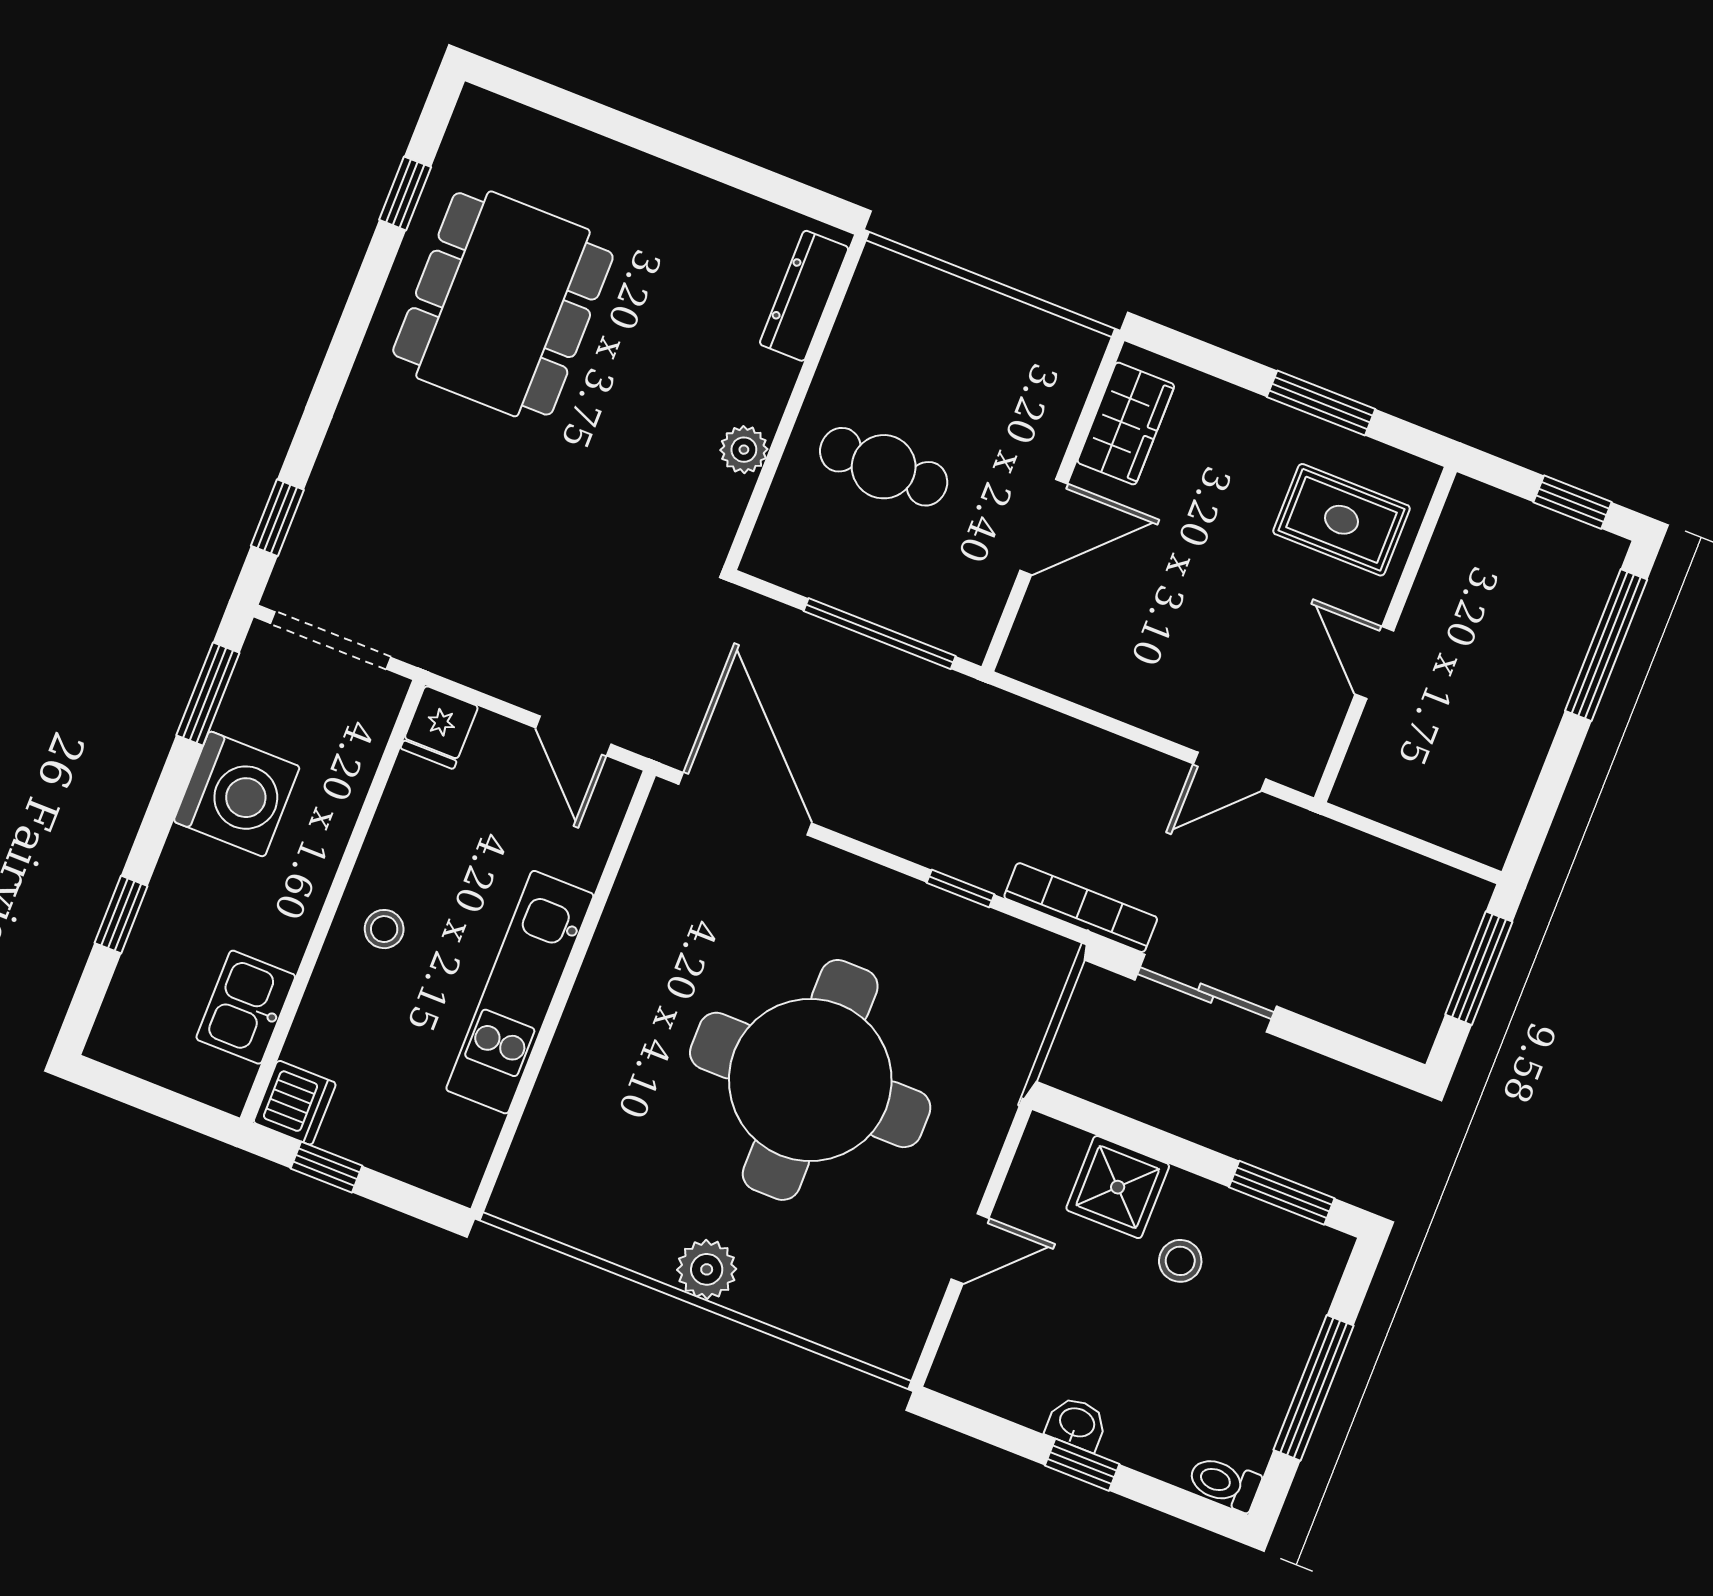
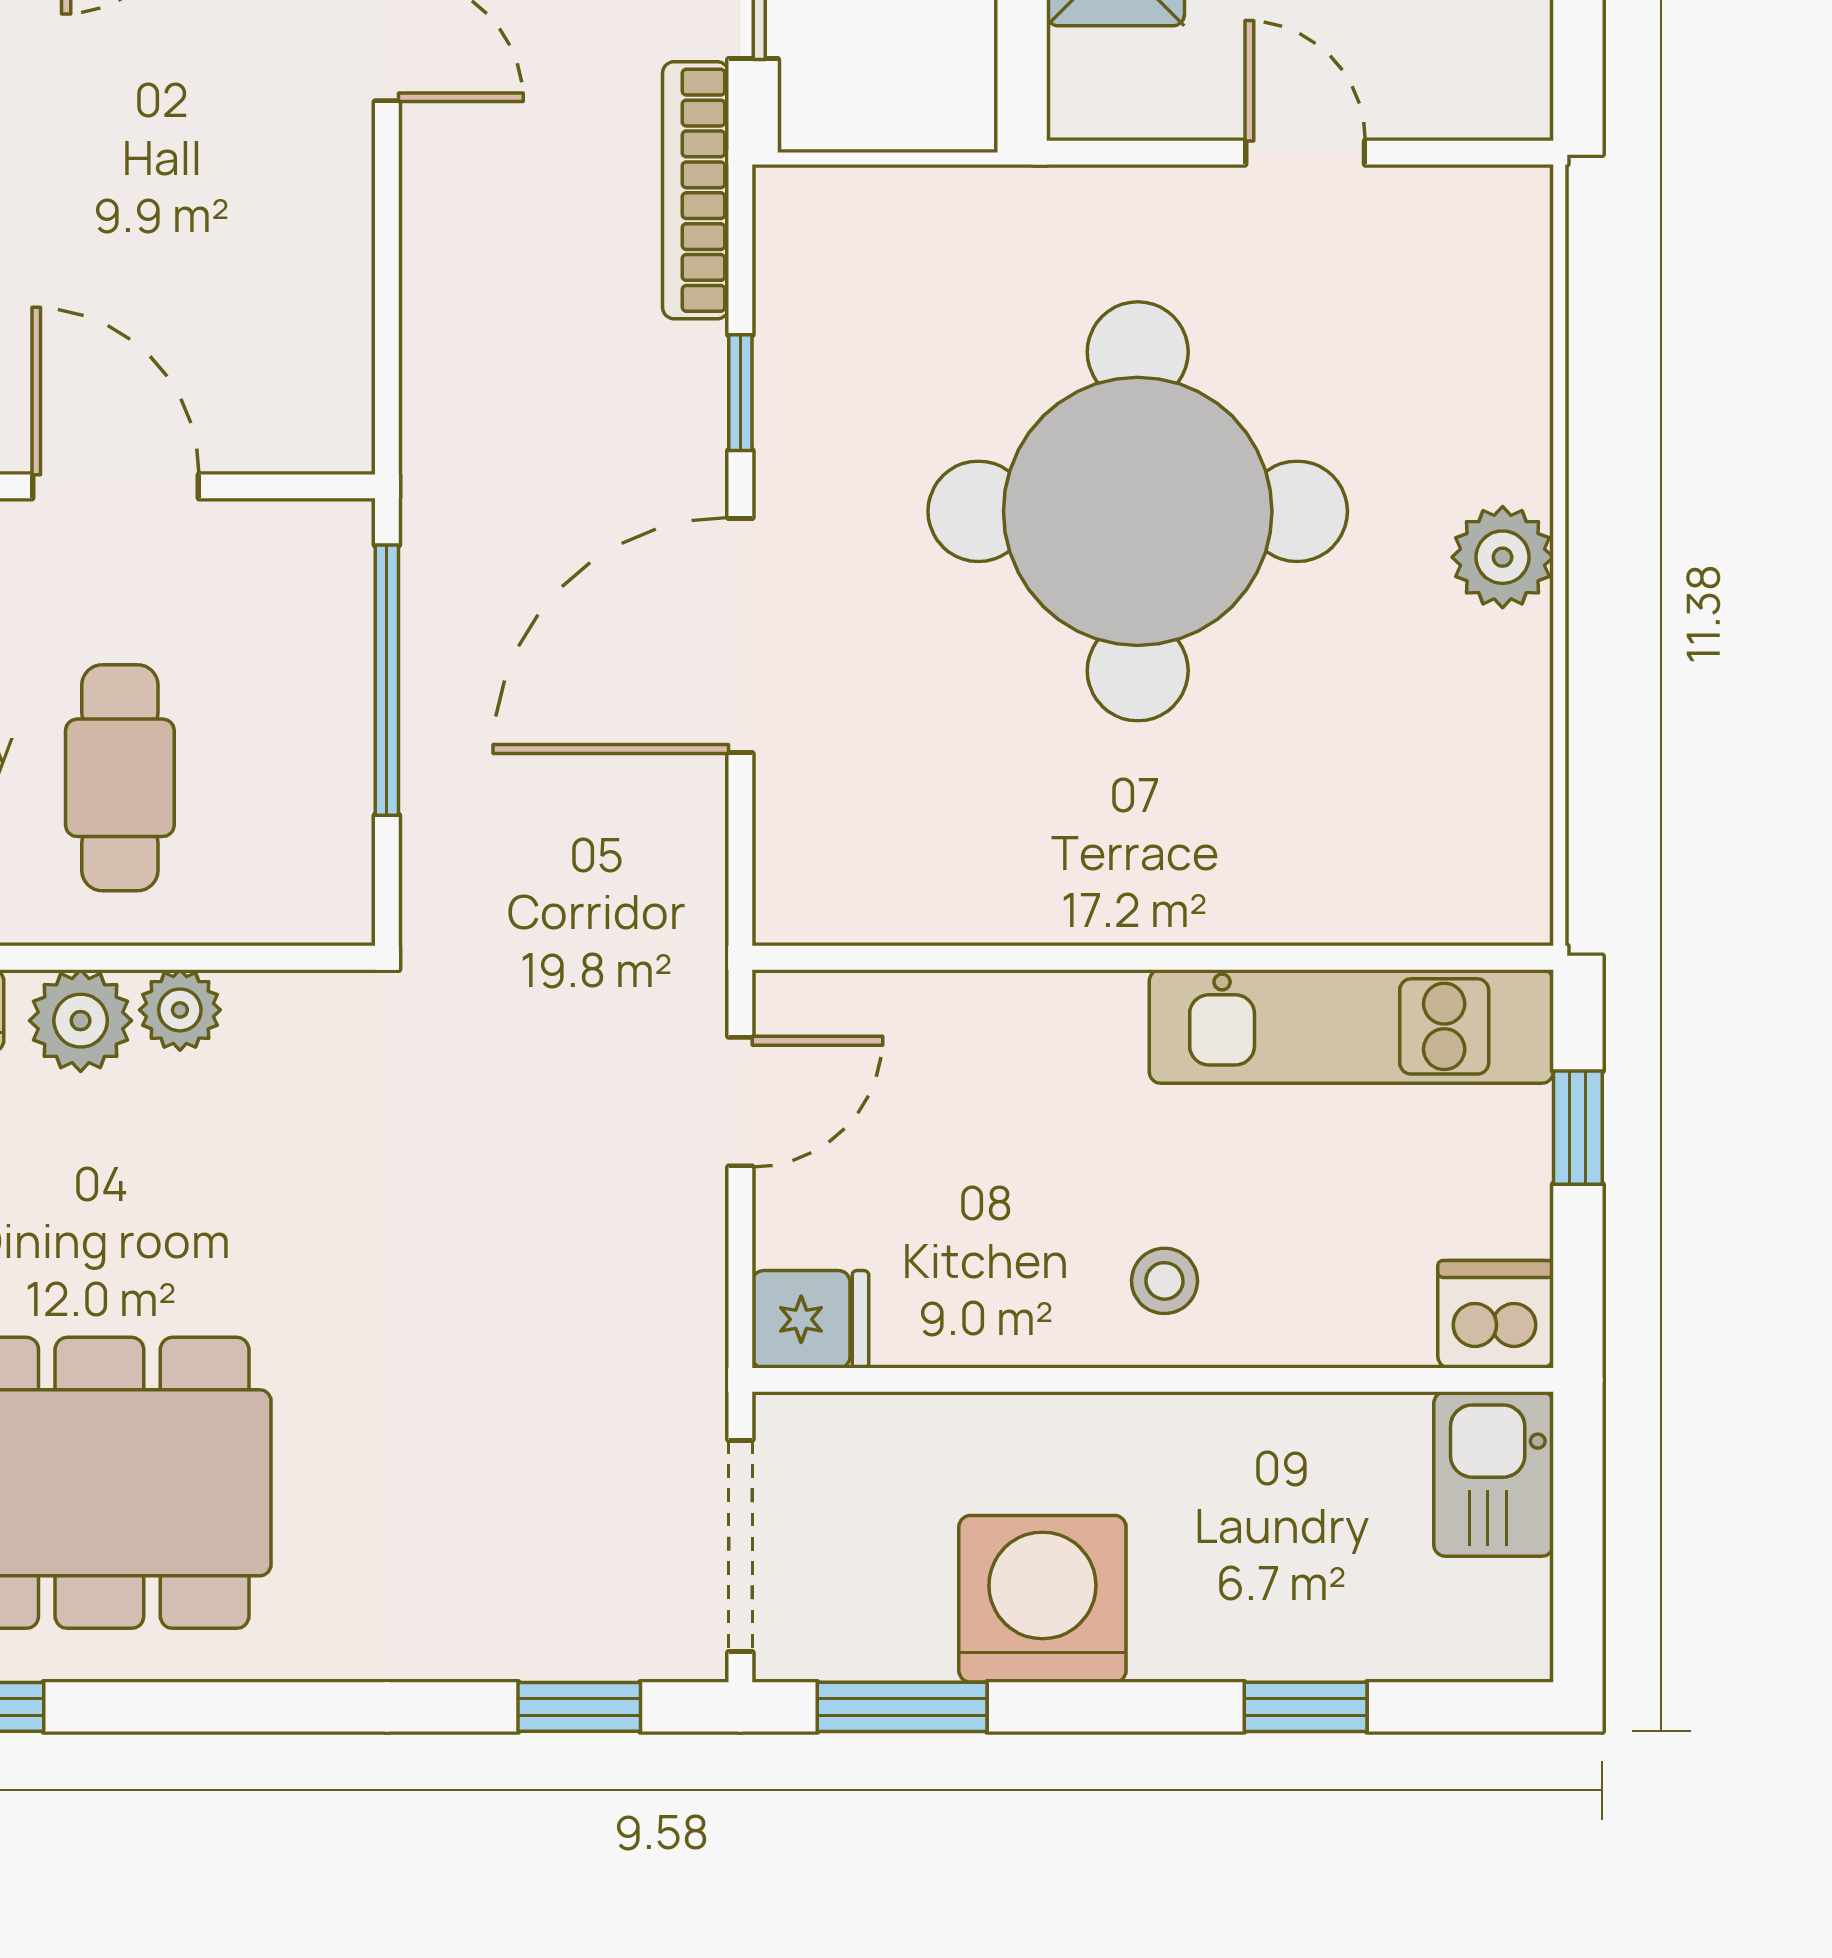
plant: (759, 393) -> (81, 1021), added
door: (745, 804) -> (740, 636), moved
kitchen unit: (520, 992) -> (1351, 1026), moved
kitchen sink: (246, 1007) -> (1494, 1474), moved, turned 90
window: (327, 1167) -> (1578, 1128), moved

